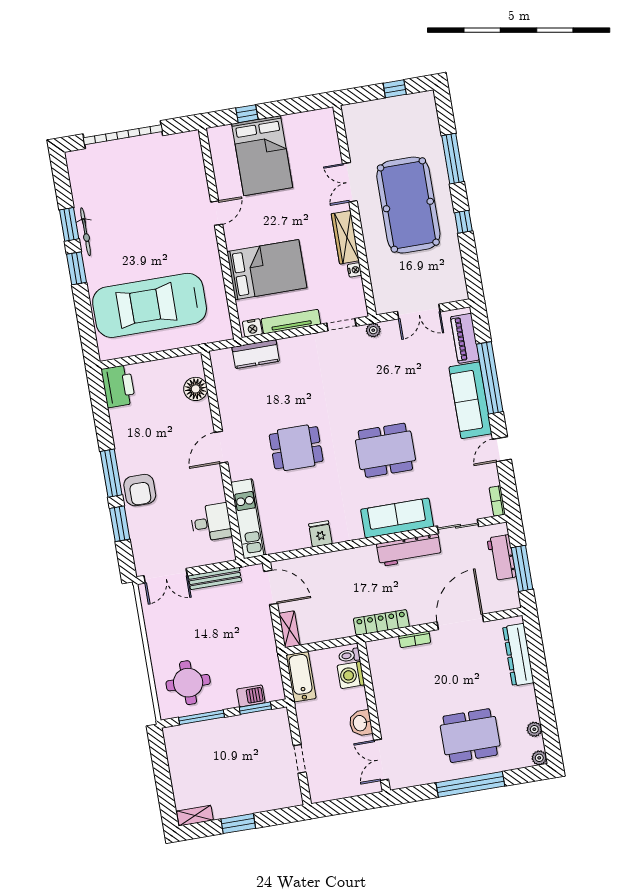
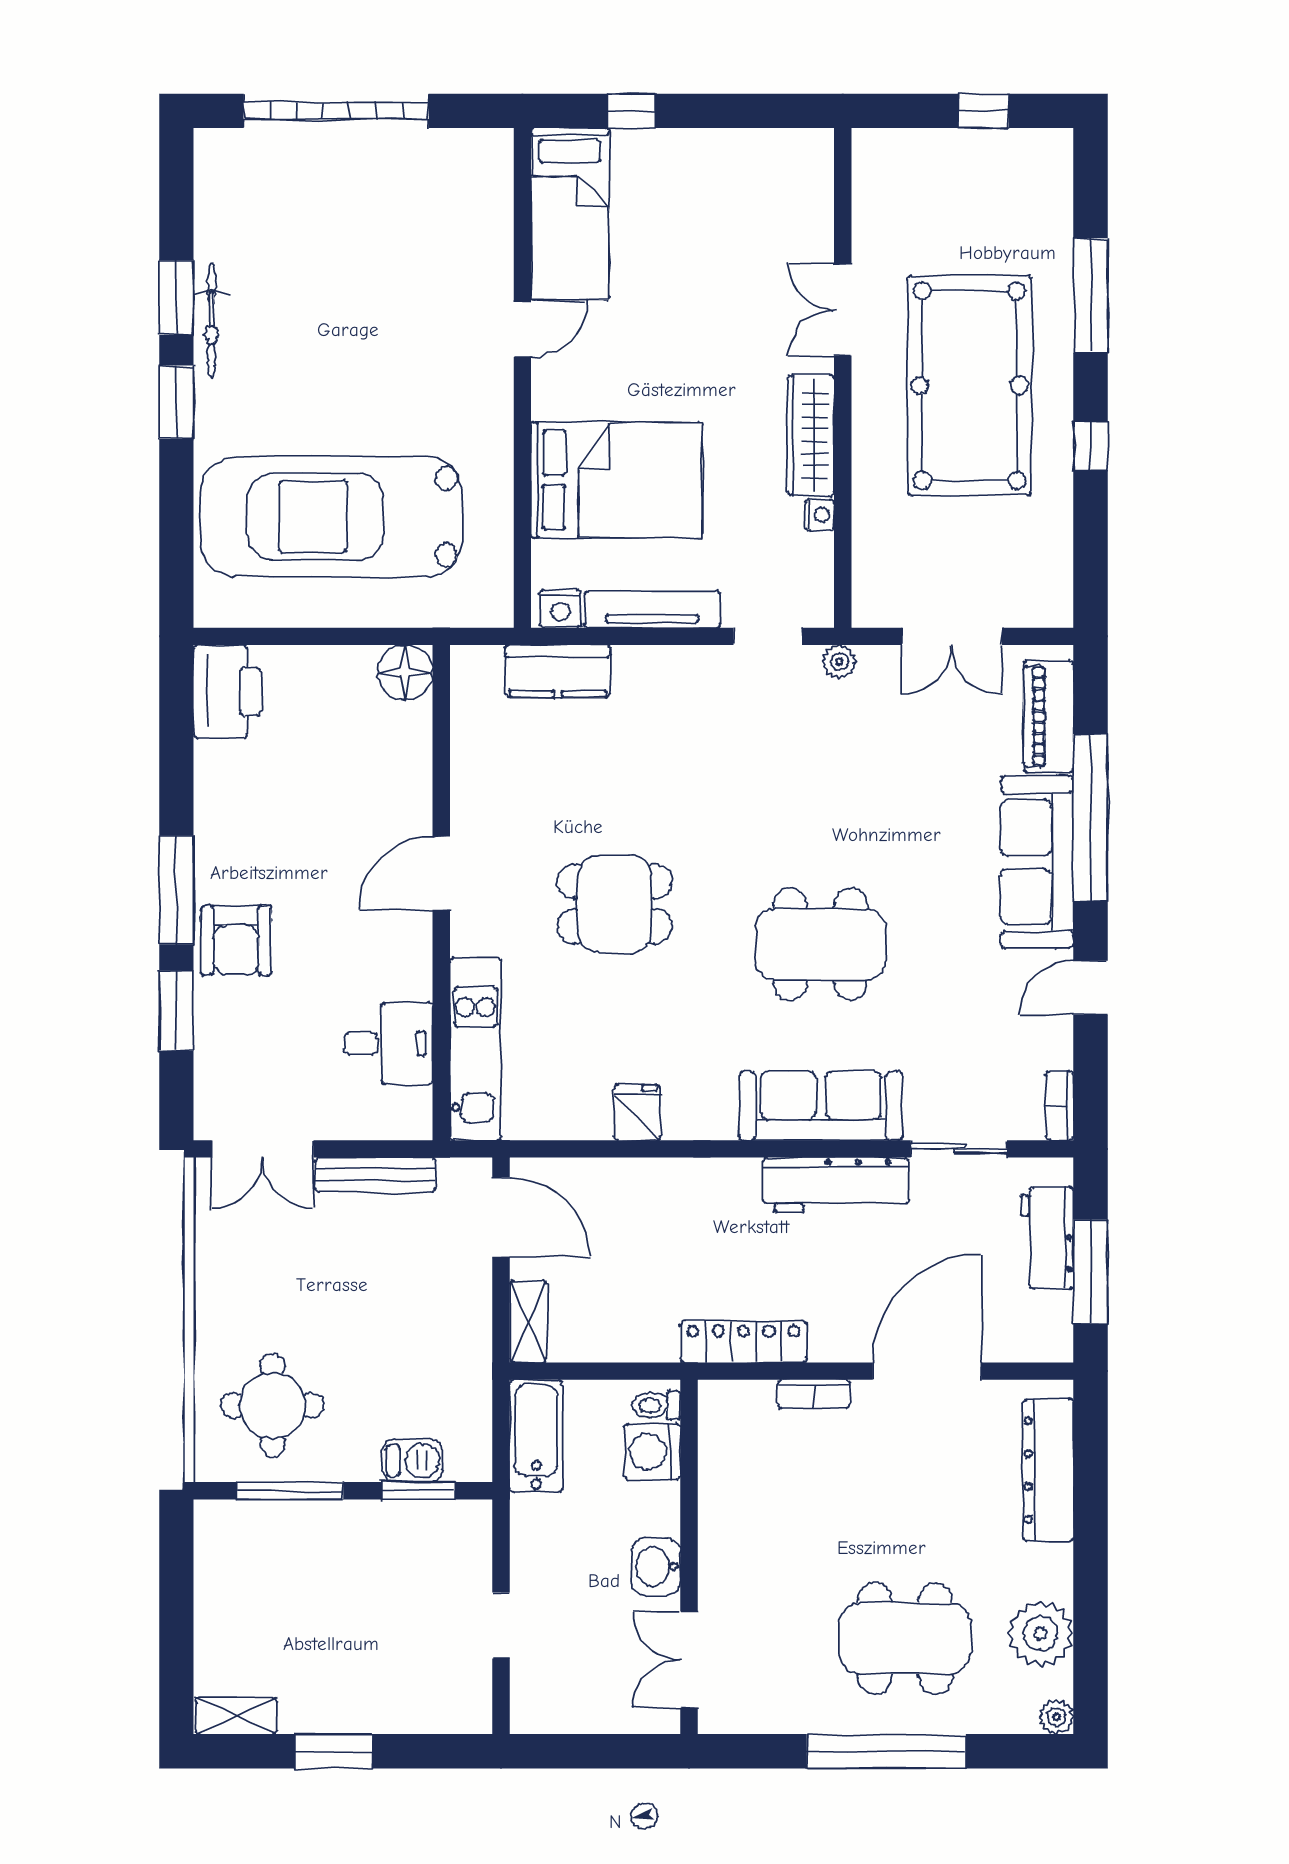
bed: (262, 156) -> (570, 214), moved, width x0.67
floor lamp: (196, 389) -> (405, 673), moved
plant: (534, 729) -> (1041, 1634), width x1.87, depth x1.87

